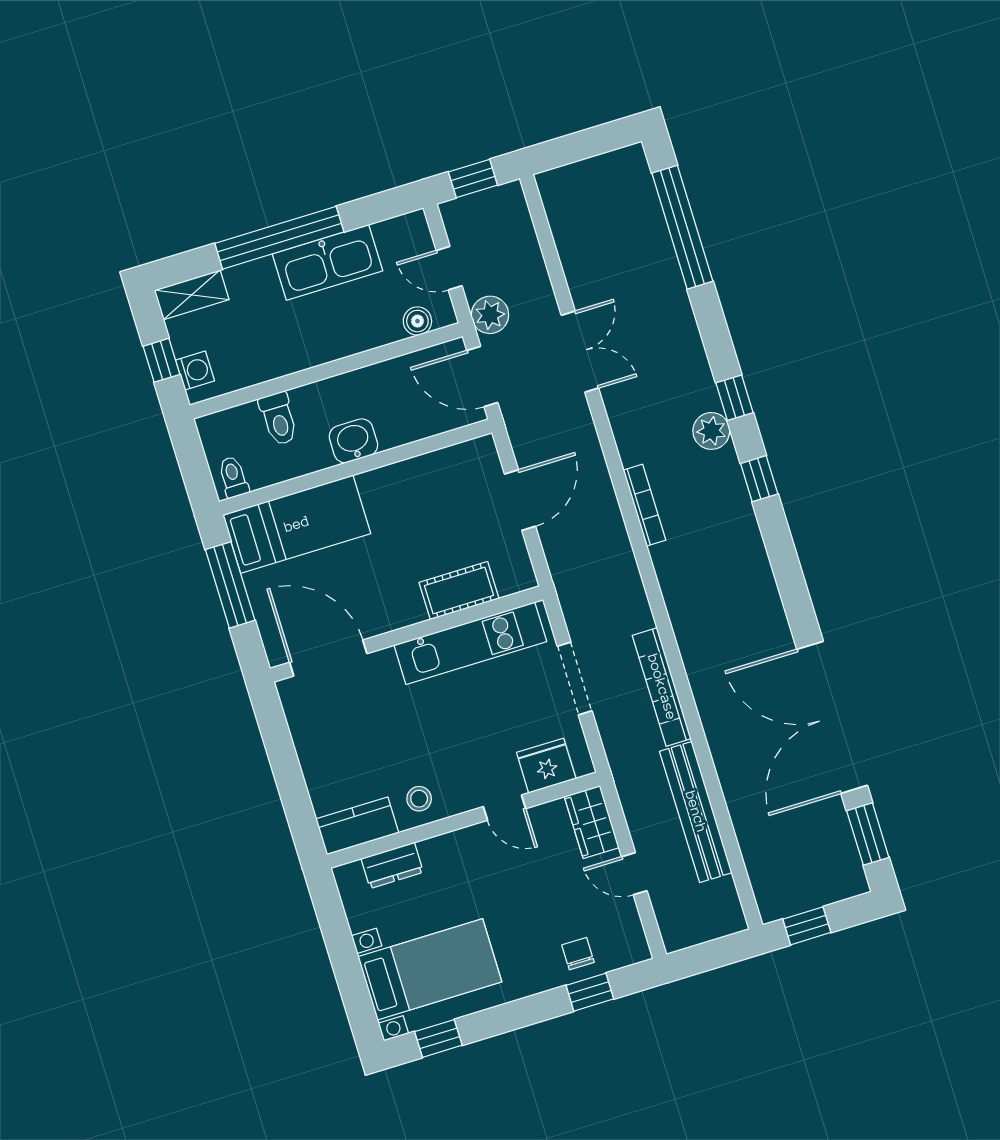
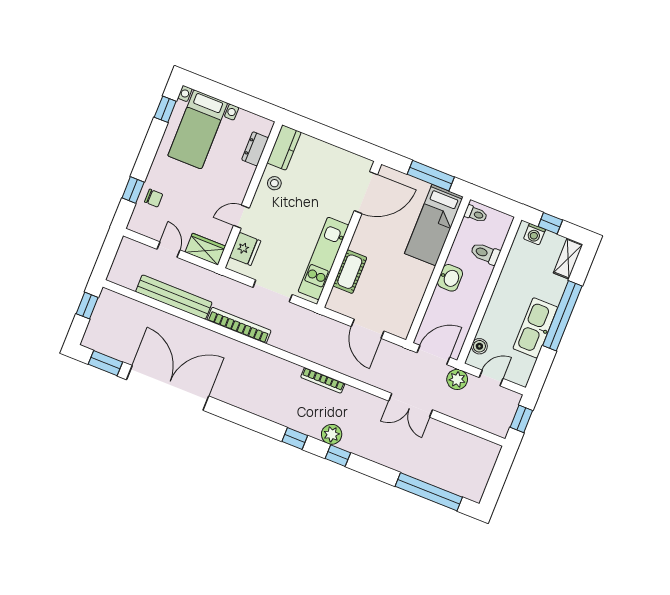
door: (634, 874) -> (169, 250), hinge flipped

